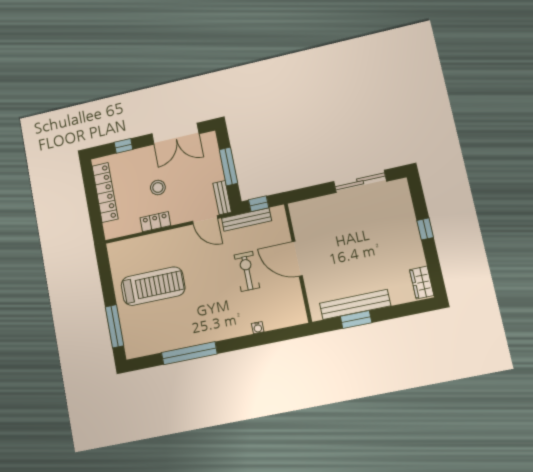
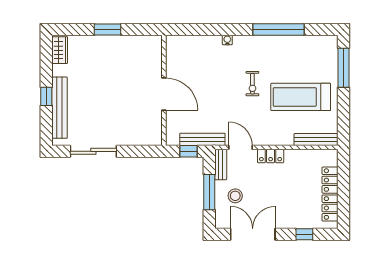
stool: (158, 187) -> (235, 196), moved
locker: (155, 222) -> (271, 156), moved
bench: (129, 245) -> (316, 140), added
exercise bike: (247, 271) -> (252, 84), moved, width x0.73, depth x0.72
bench: (355, 304) -> (59, 108), moved, turned 90
window: (356, 319) -> (108, 30), moved
water cooler: (258, 328) -> (227, 40), moved

